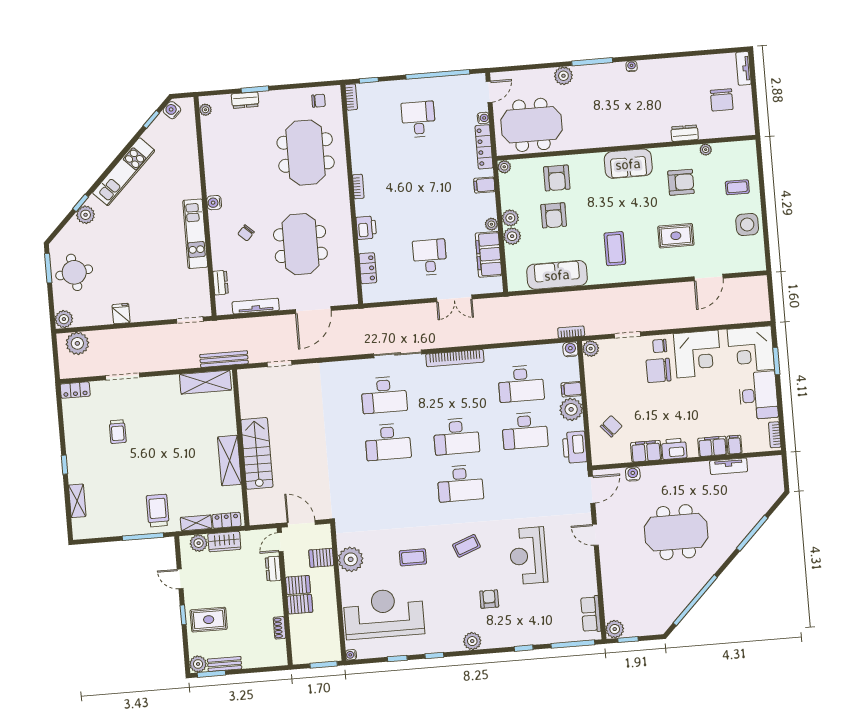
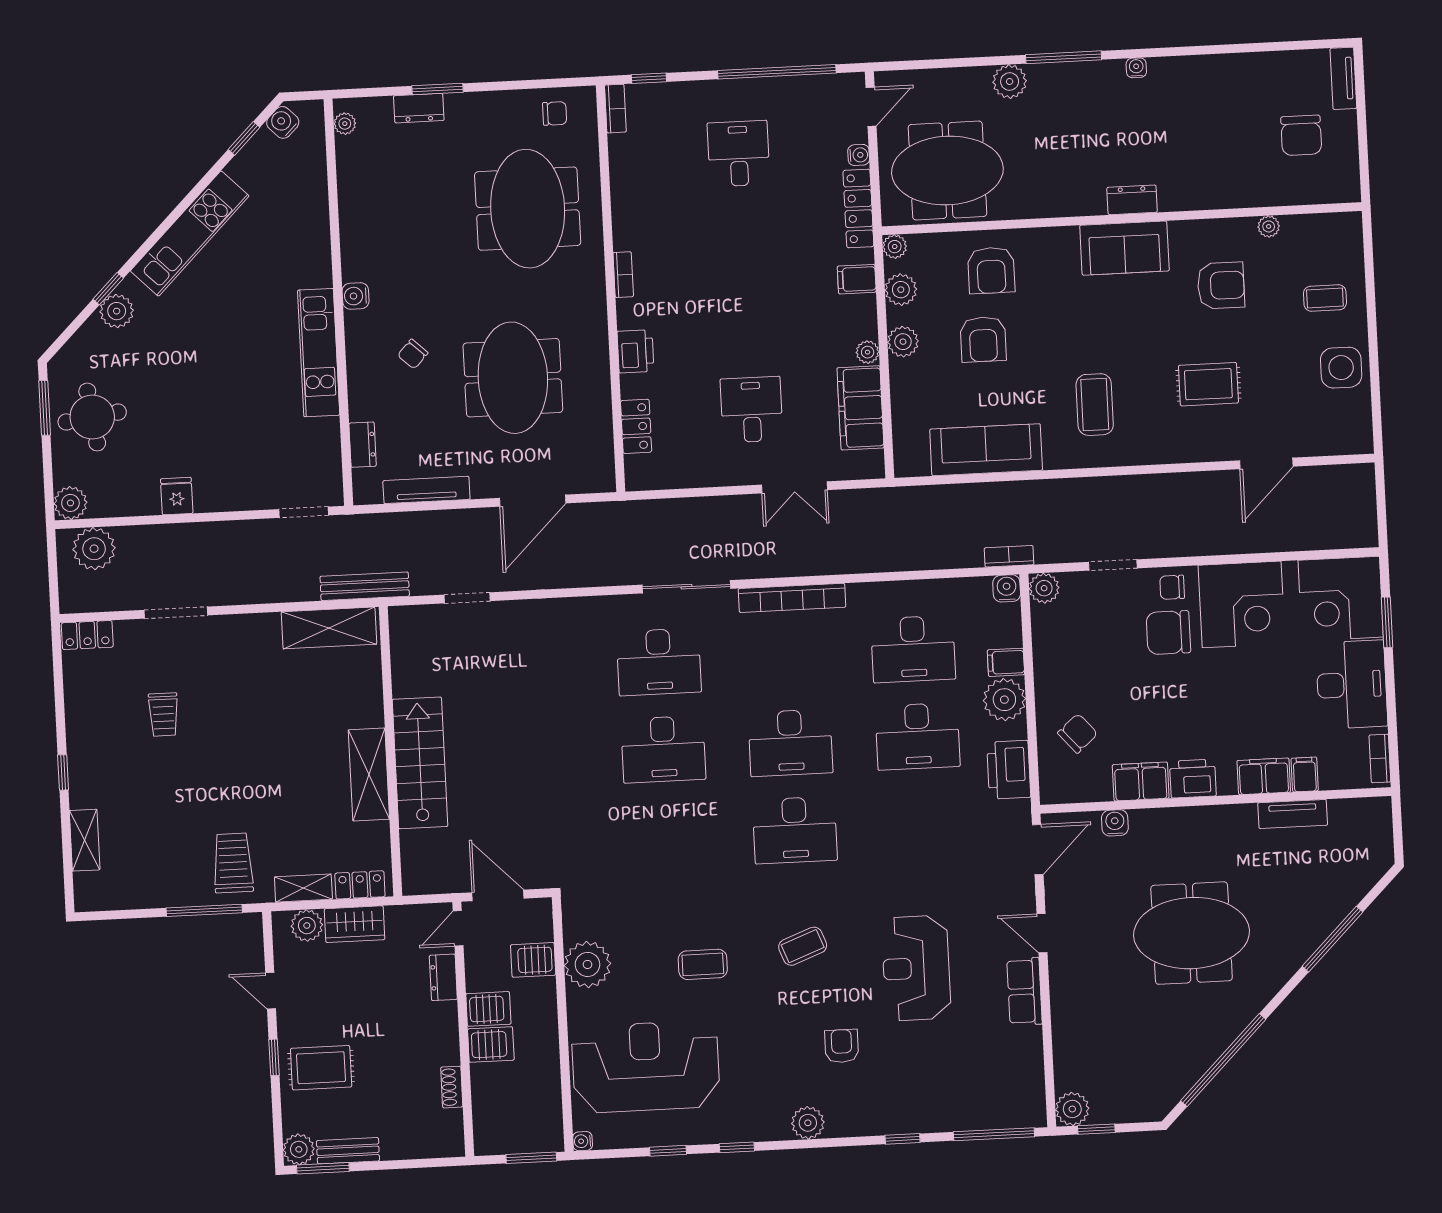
dresser: (685, 133) -> (1132, 200), moved
plant: (512, 236) -> (901, 290), moved
row of seats: (591, 614) -> (1024, 991), moved

